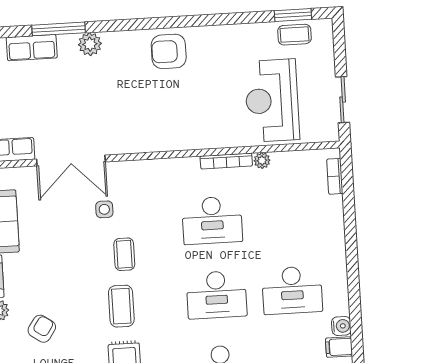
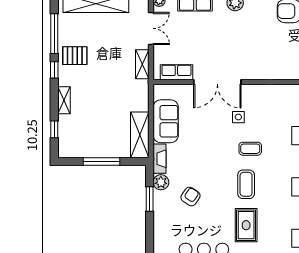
coffee table: (124, 254) -> (250, 149), turned 90

